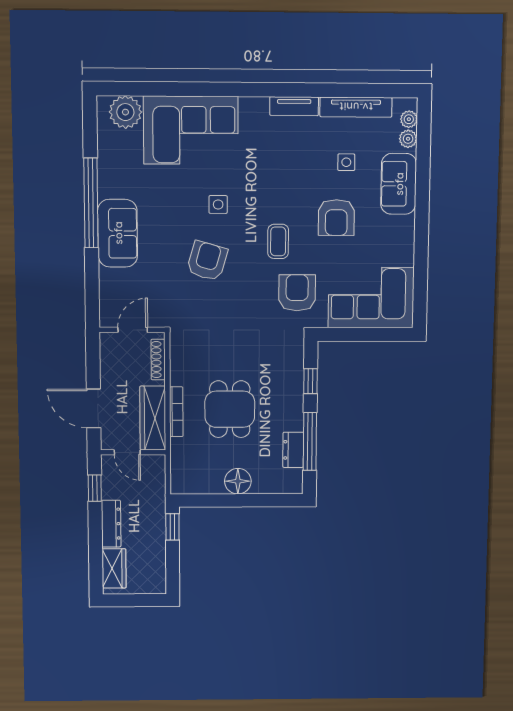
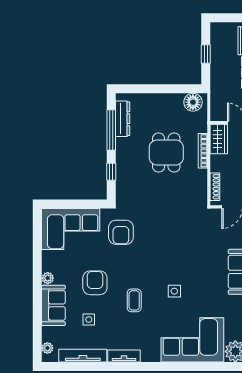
plant: (408, 139) -> (48, 278), moved
coffee table: (278, 241) -> (134, 300), moved
armchair: (207, 261) -> (182, 254), removed
wardrobe: (153, 418) -> (219, 139), width x0.67
dresser: (293, 450) -> (123, 119), width x1.44
floor lamp: (238, 481) -> (193, 102), moved
window: (172, 527) -> (206, 54), moved

